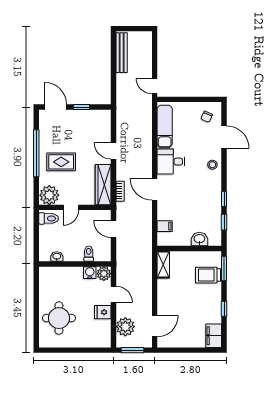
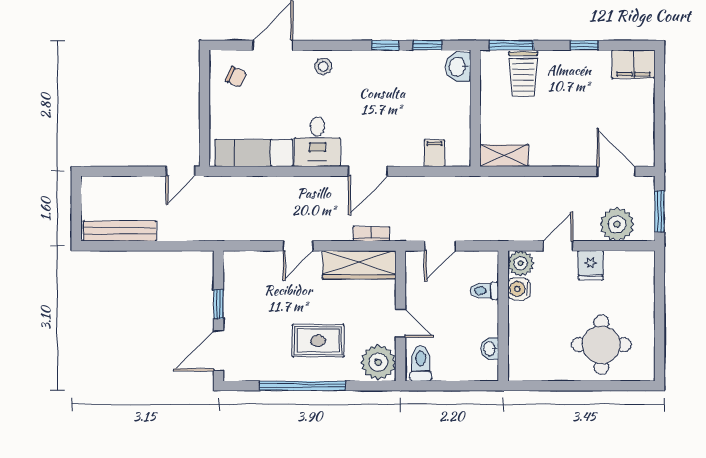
rug: (61, 162) -> (318, 341), turned 90
washbasin: (199, 239) -> (458, 67), moved

